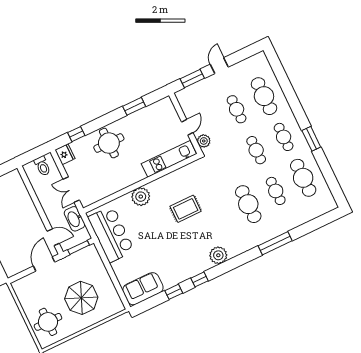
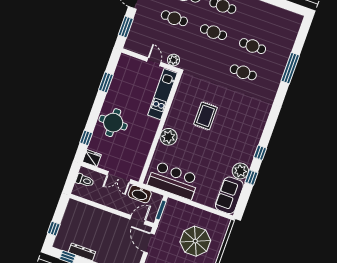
cafe table: (303, 178) -> (262, 20), removed
cafe table: (248, 204) -> (243, 72), width x0.73, depth x0.74
window: (275, 243) -> (290, 68), moved
plant: (218, 255) -> (240, 171), moved

